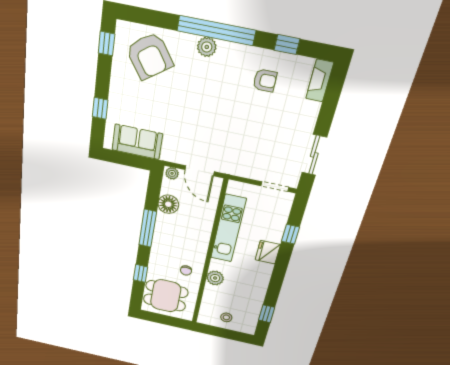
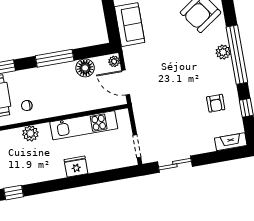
door: (200, 171) -> (126, 82), hinge flipped
window: (290, 234) -> (101, 177), removed

